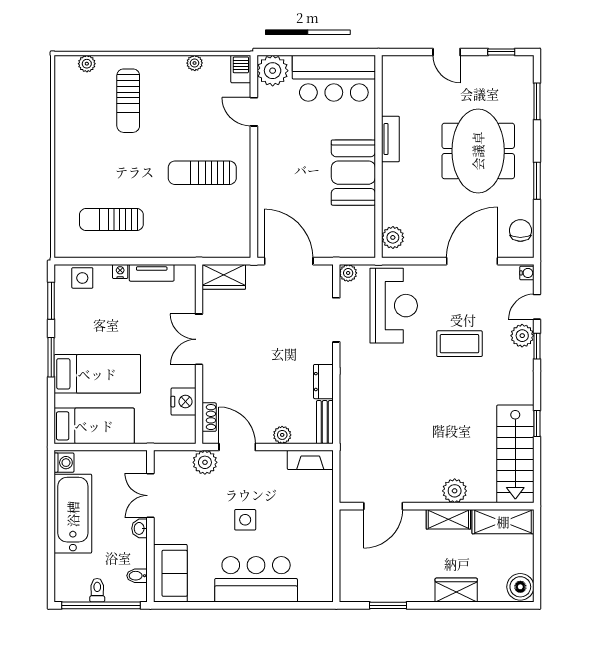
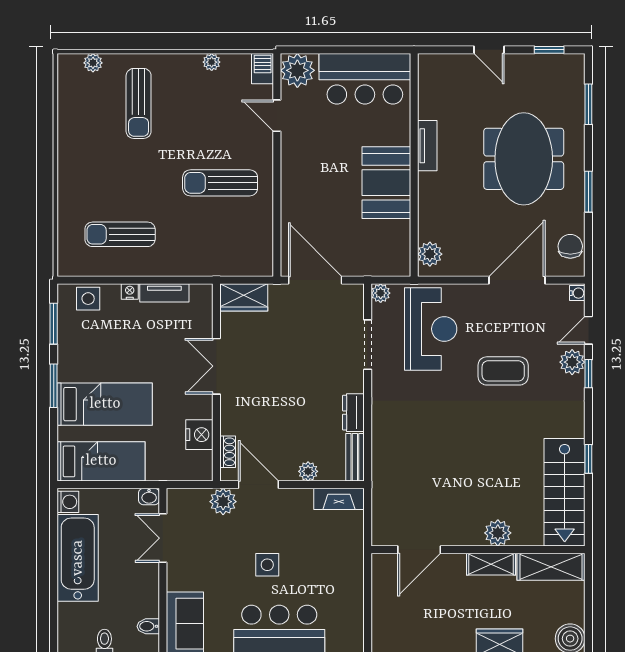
washbasin: (140, 528) -> (149, 497), moved, turned -90

